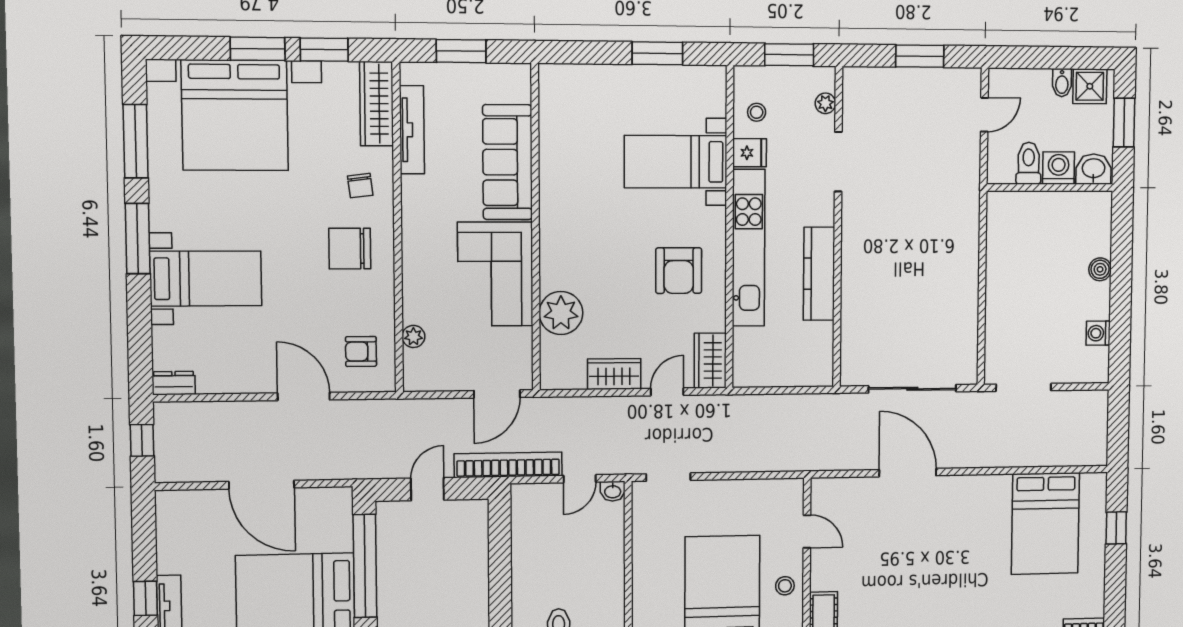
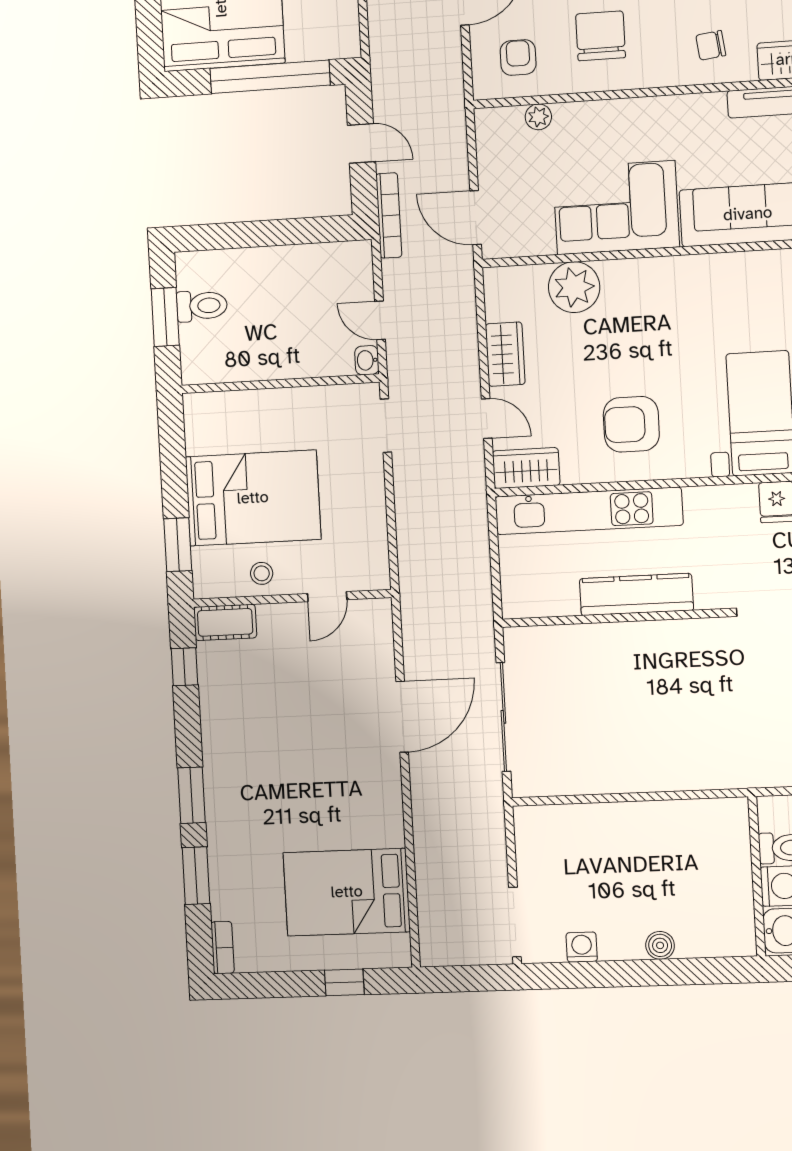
kitchen unit: (749, 248) -> (589, 511), moved
chair: (350, 249) -> (601, 36), moved
doorway: (1023, 387) -> (515, 922), moved
bookcase: (508, 465) -> (389, 215), width x0.68, depth x0.76

